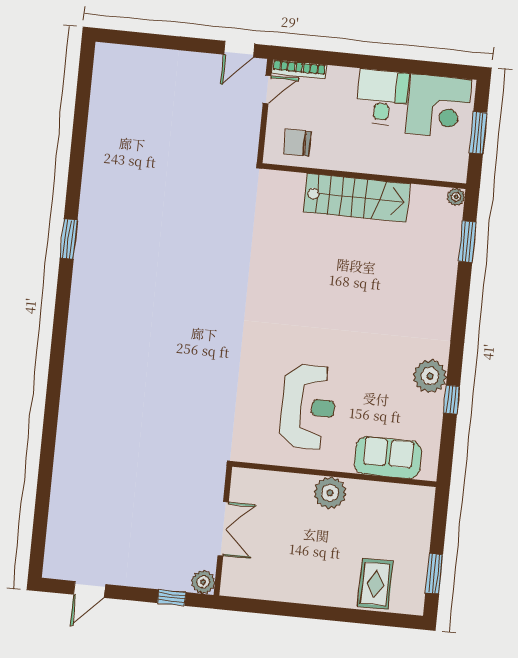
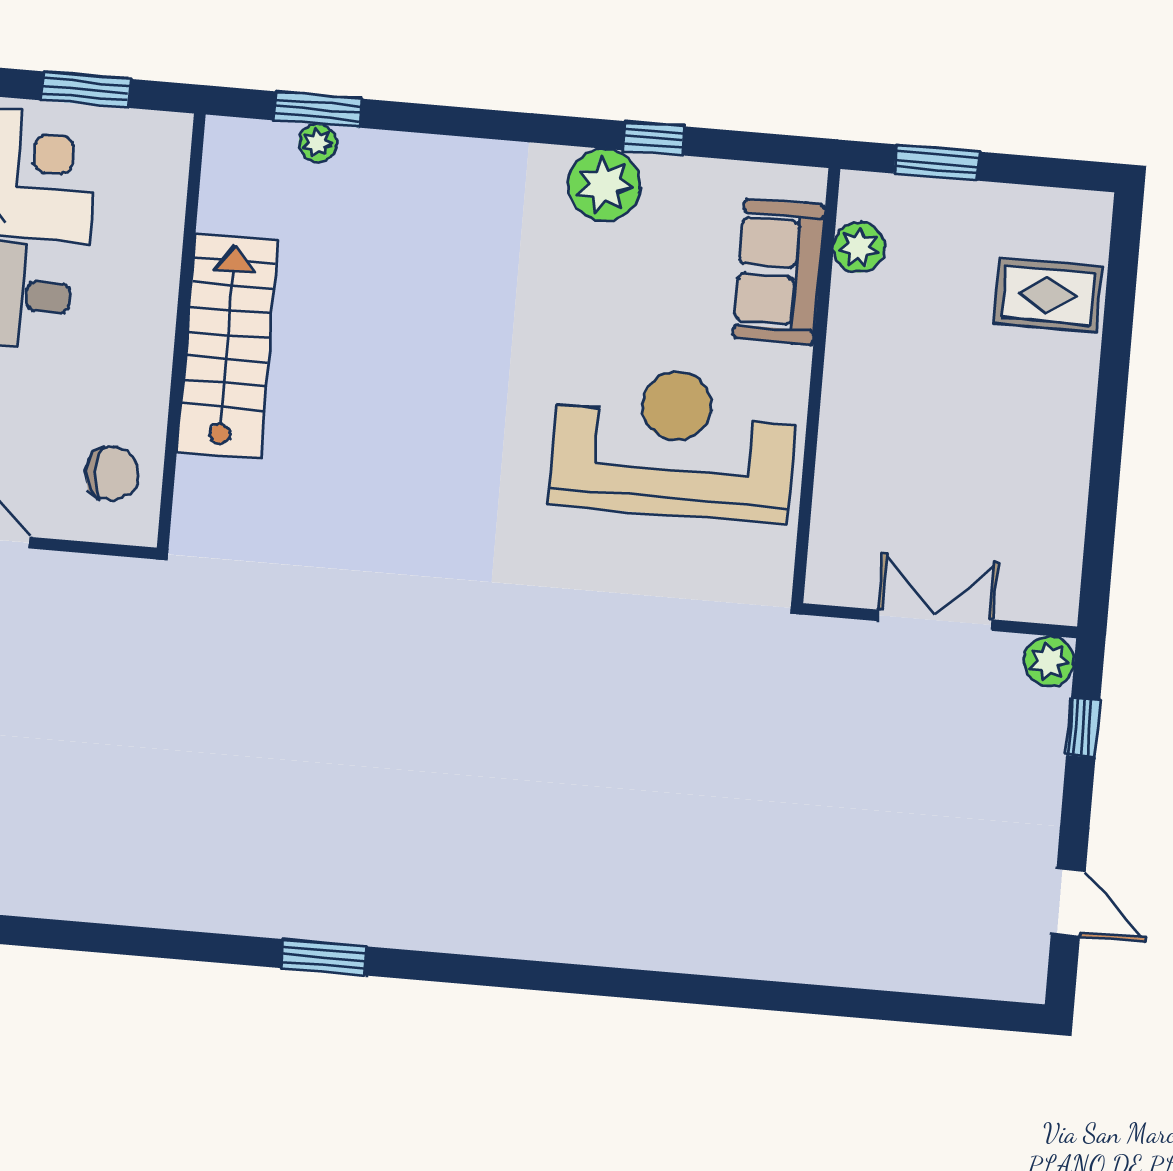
chair: (297, 143) -> (112, 474), turned -90
plant: (456, 197) -> (318, 143), moved
reception desk: (308, 407) -> (673, 443), width x1.36, depth x1.30
plant: (330, 493) -> (859, 247), moved, width x0.73, depth x0.73
window: (434, 574) -> (937, 163), moved

